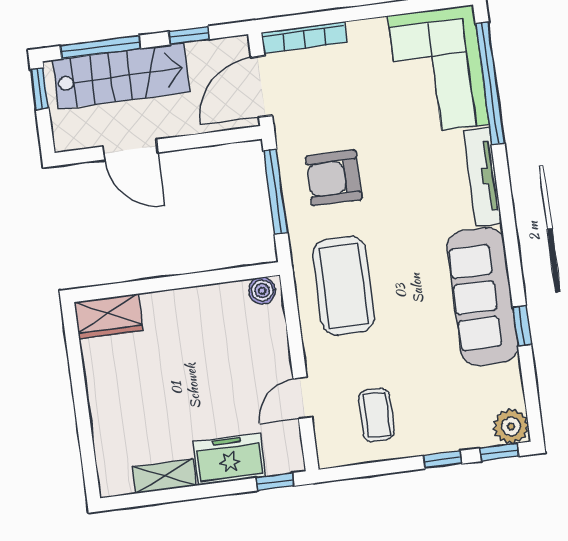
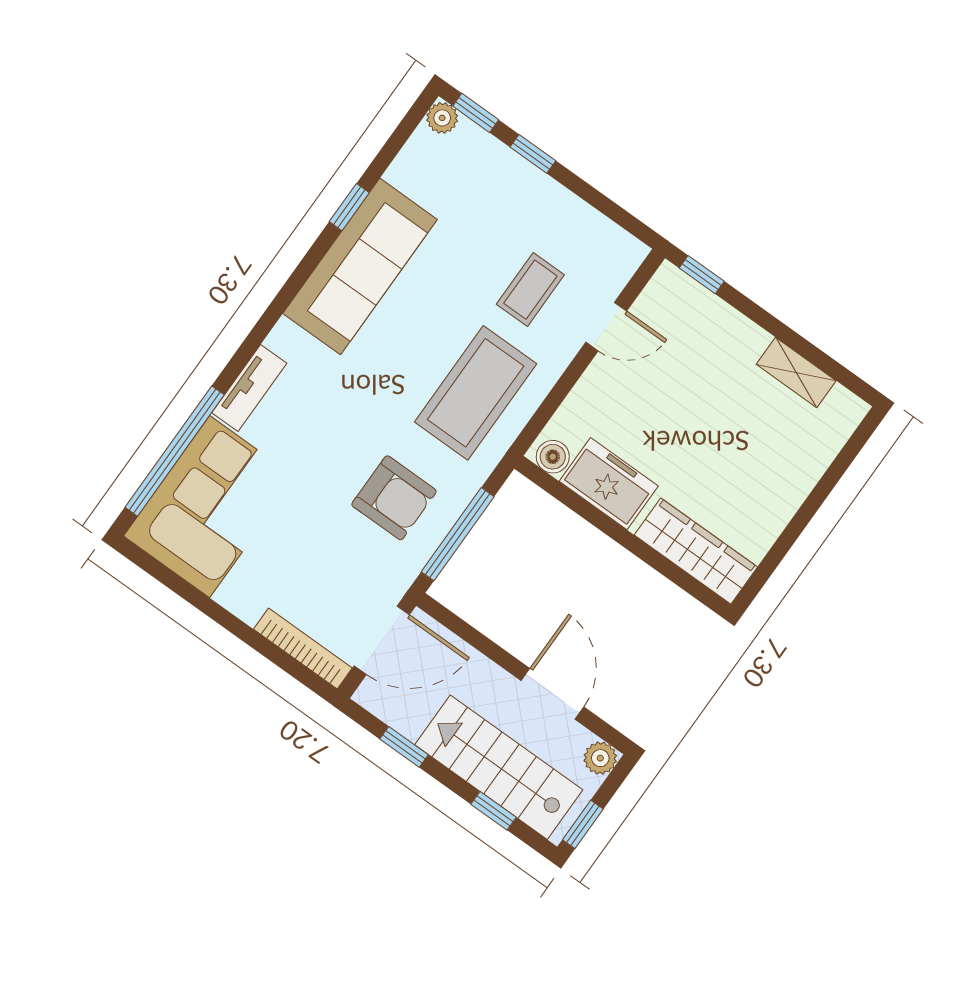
window: (100, 47) -> (494, 811), width x0.46
plant: (66, 138) -> (600, 758), added
tv unit: (483, 177) -> (249, 388), width x0.71
wardrobe: (108, 316) -> (696, 551), width x1.50
coffee table: (376, 415) -> (530, 290), moved
plant: (511, 426) -> (442, 118), width x0.73, depth x0.73
freezer: (229, 459) -> (609, 484), moved, turned 180

